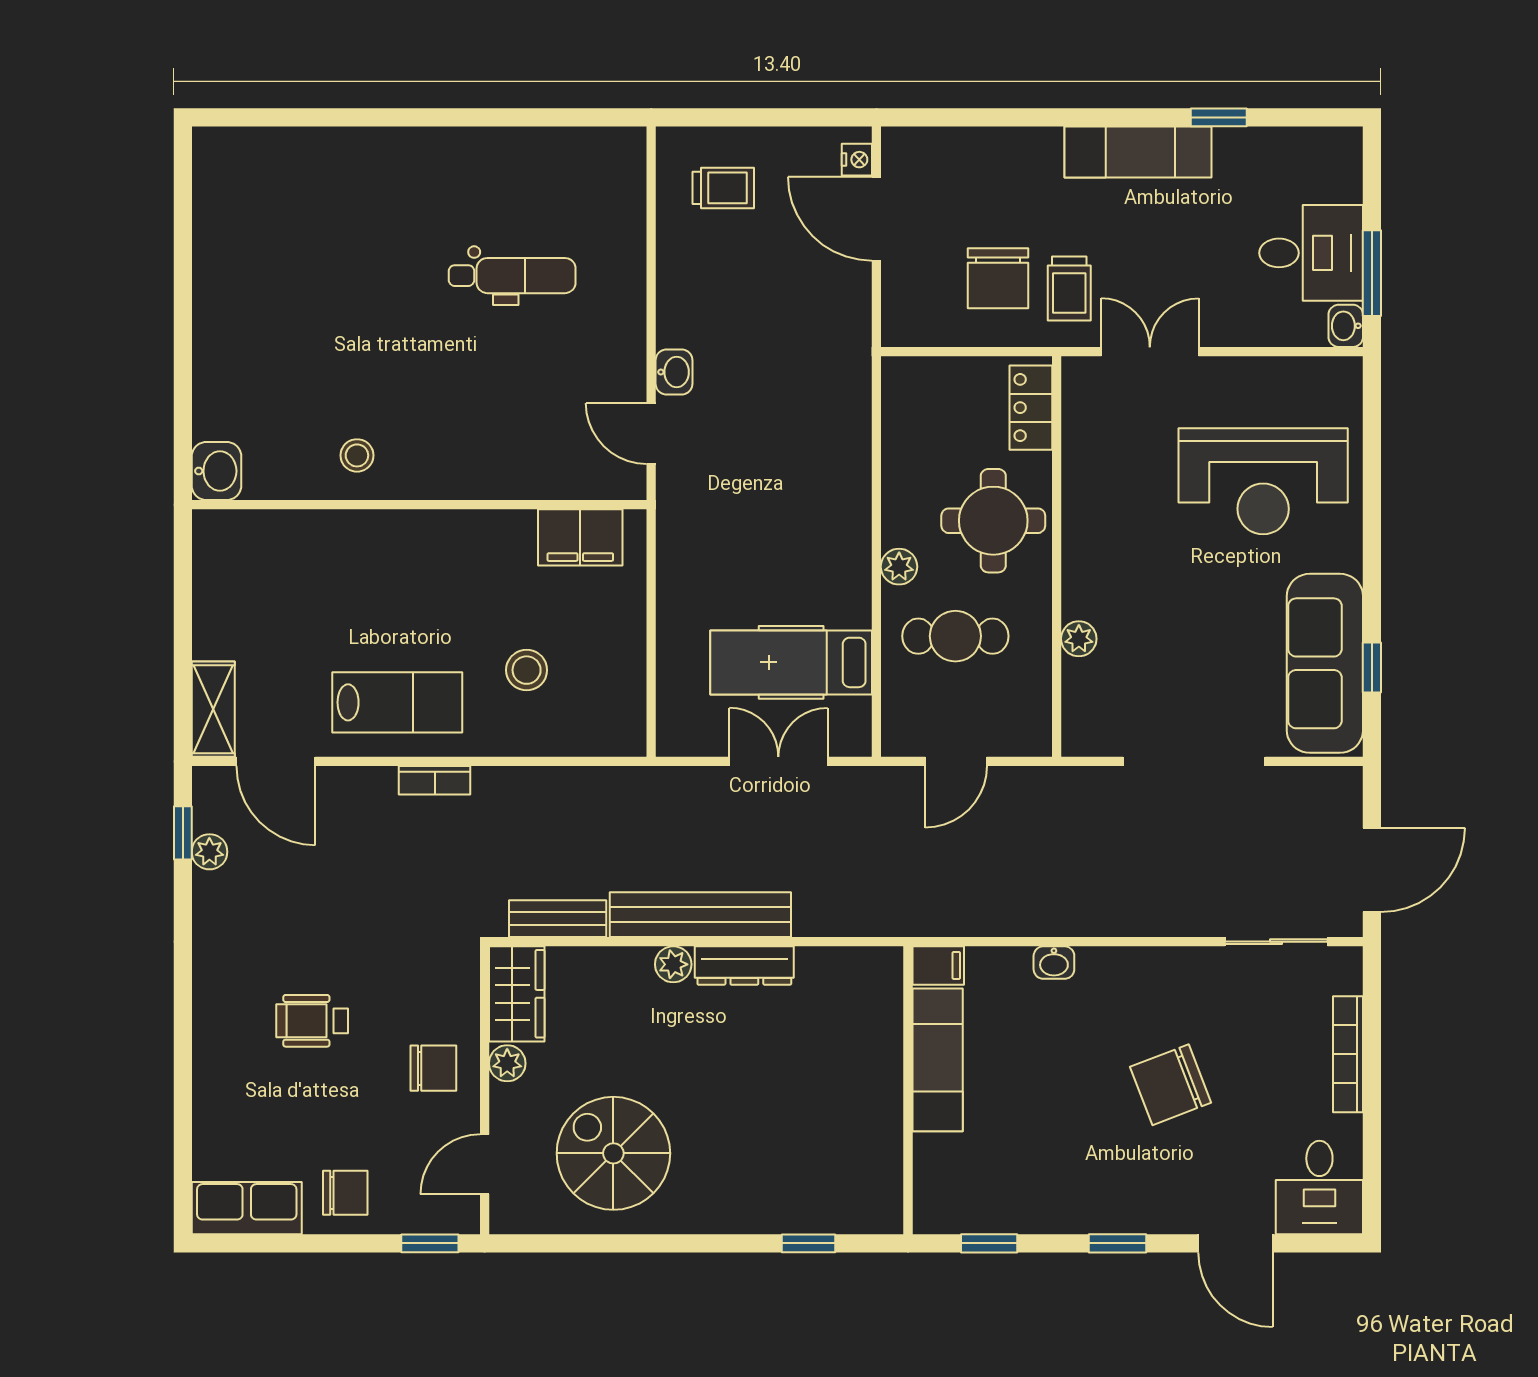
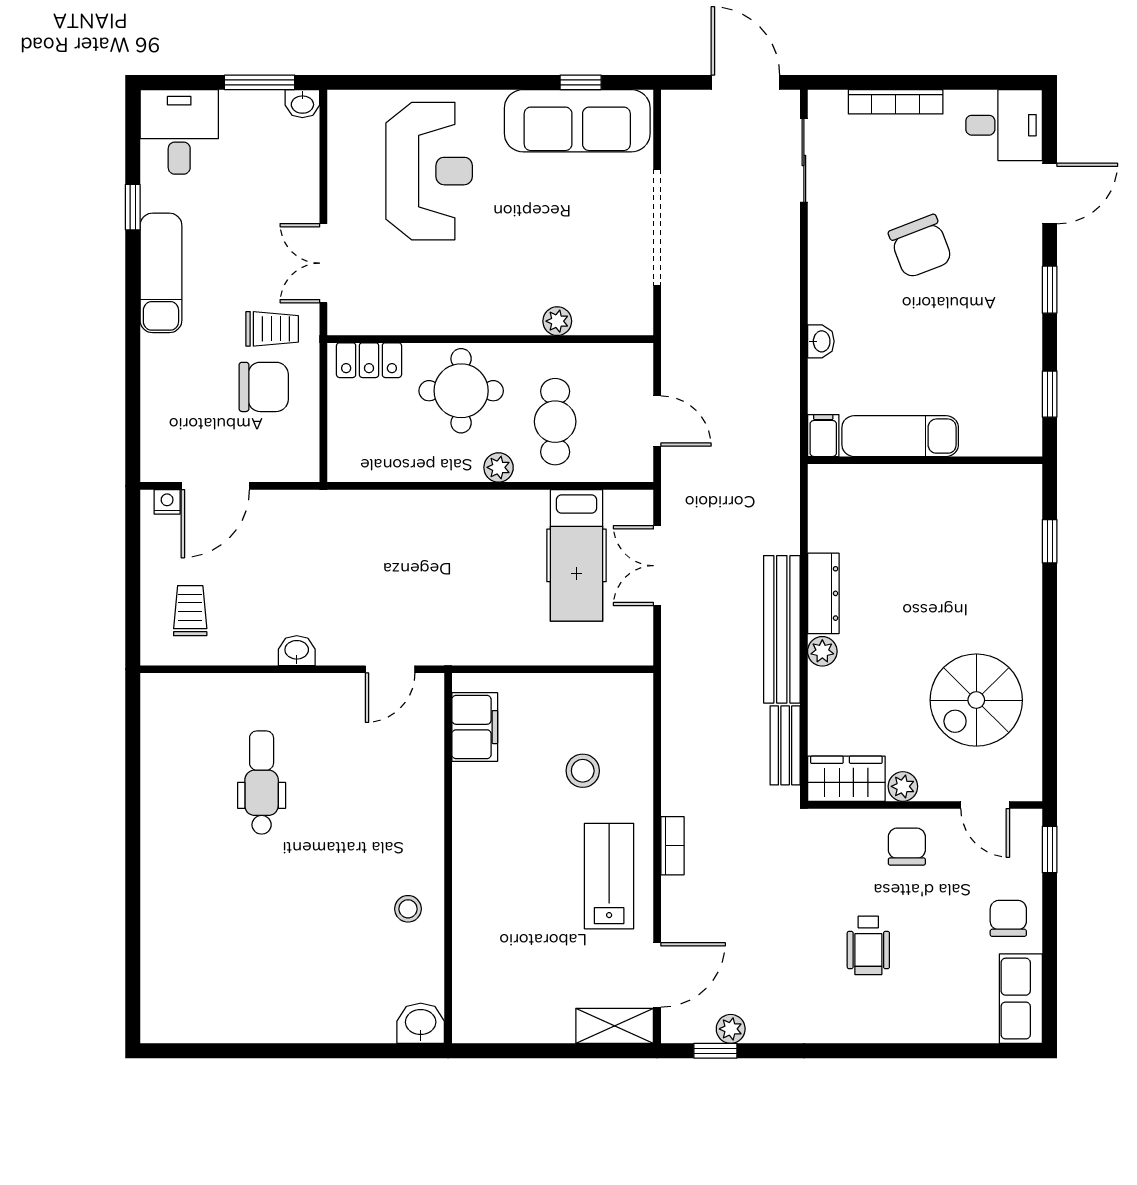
desk: (1311, 253) -> (179, 132), moved
washbasin: (674, 372) -> (297, 651), moved

